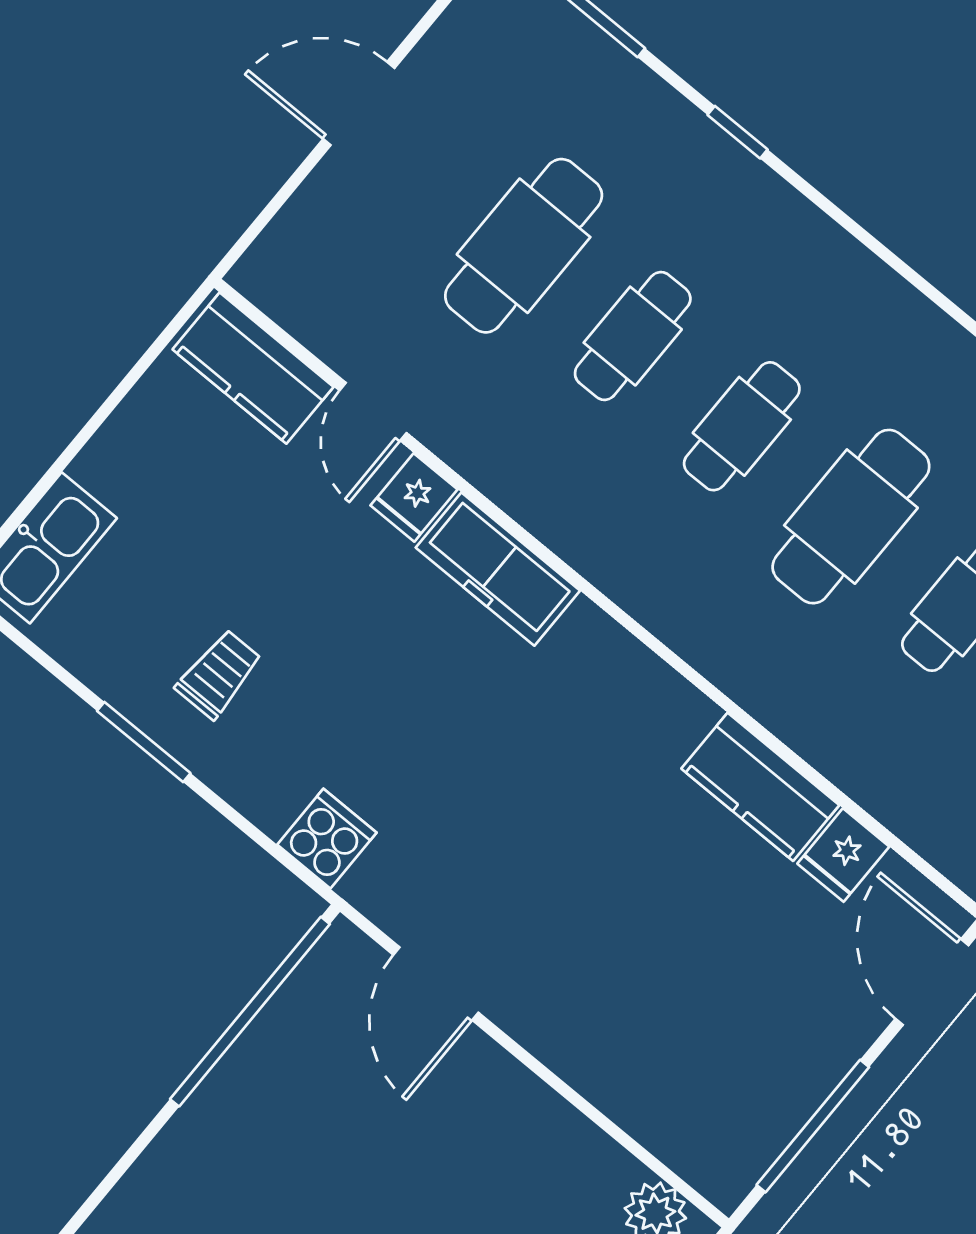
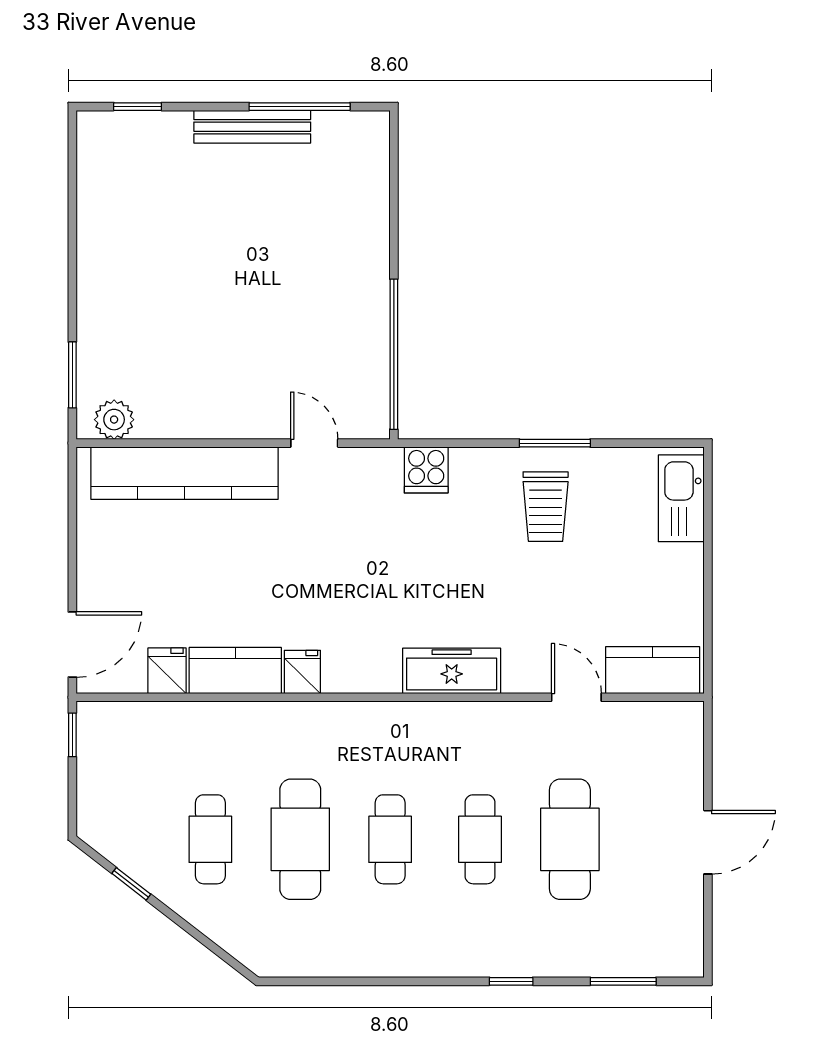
fridge: (414, 497) -> (302, 672), moved
trolley: (219, 674) -> (546, 507), width x1.36, depth x1.39
door: (932, 982) -> (72, 645), hinge flipped
door: (436, 984) -> (314, 443), width x0.73
kitchen counter: (624, 1078) -> (184, 473), added
window: (813, 1126) -> (72, 526), removed

